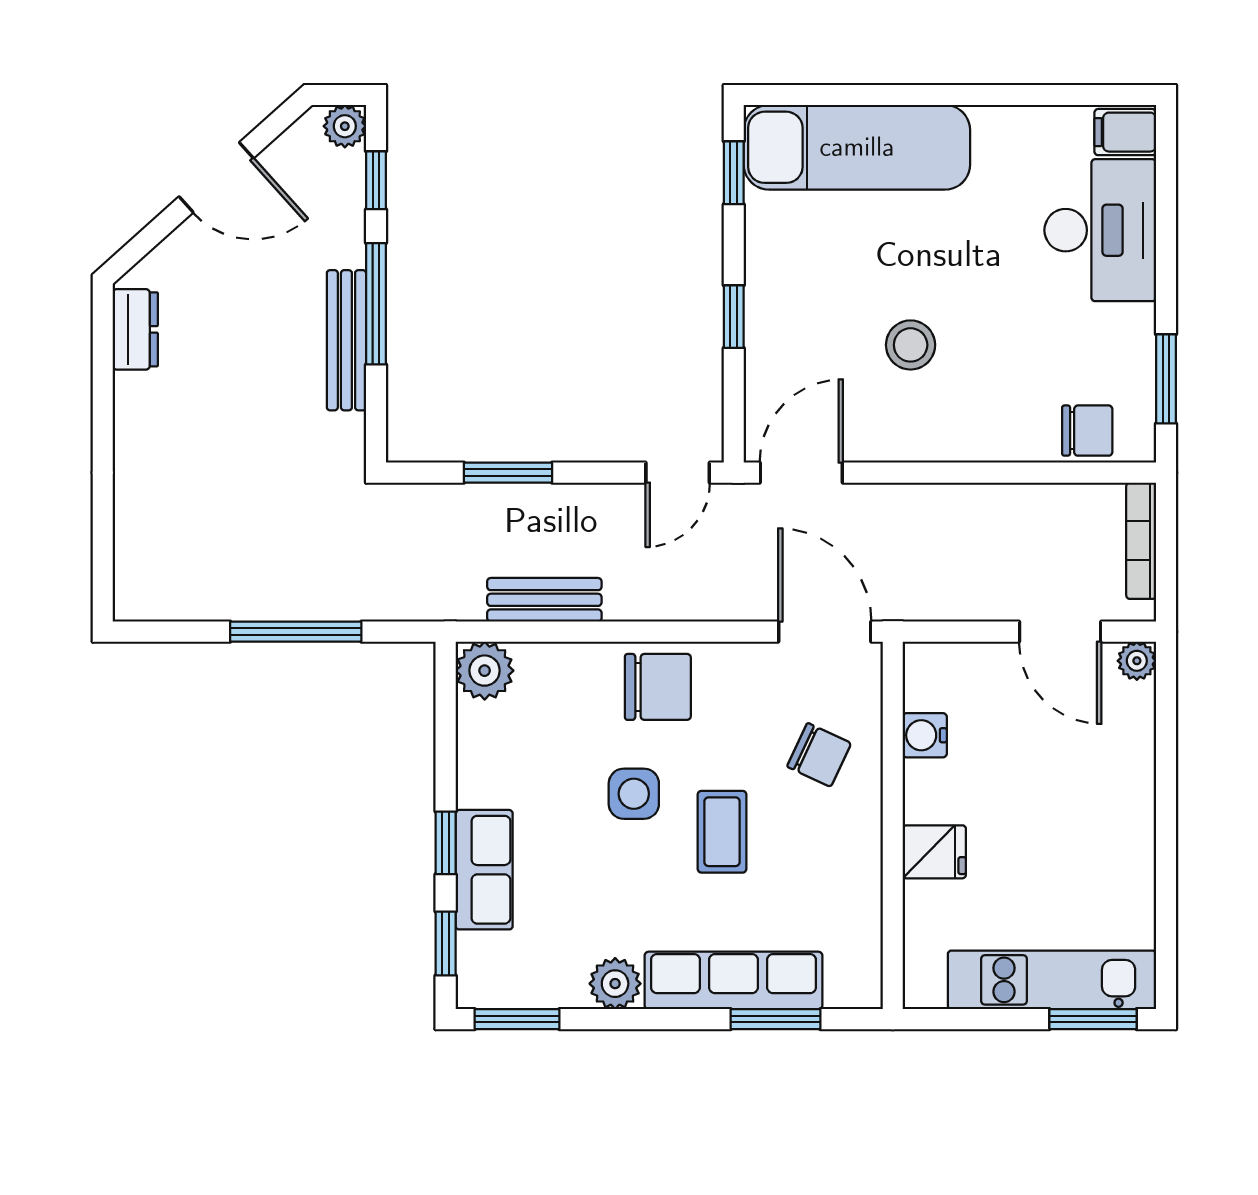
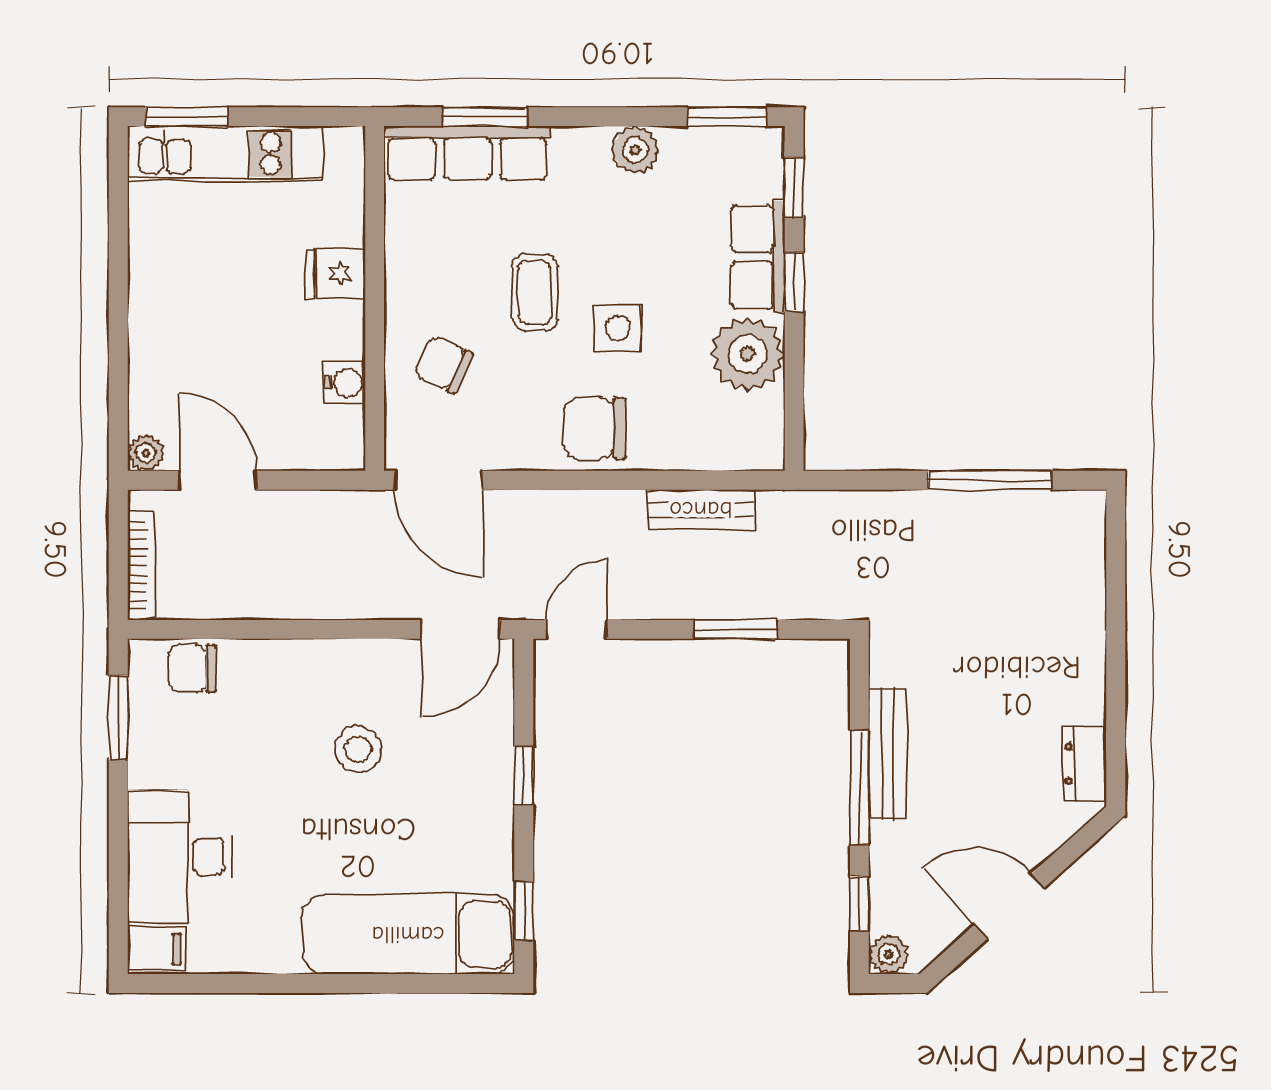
window: (296, 632) -> (990, 480), moved
plant: (485, 671) -> (748, 354), moved, width x1.36, depth x1.36
row of seats: (733, 980) -> (467, 153), moved

